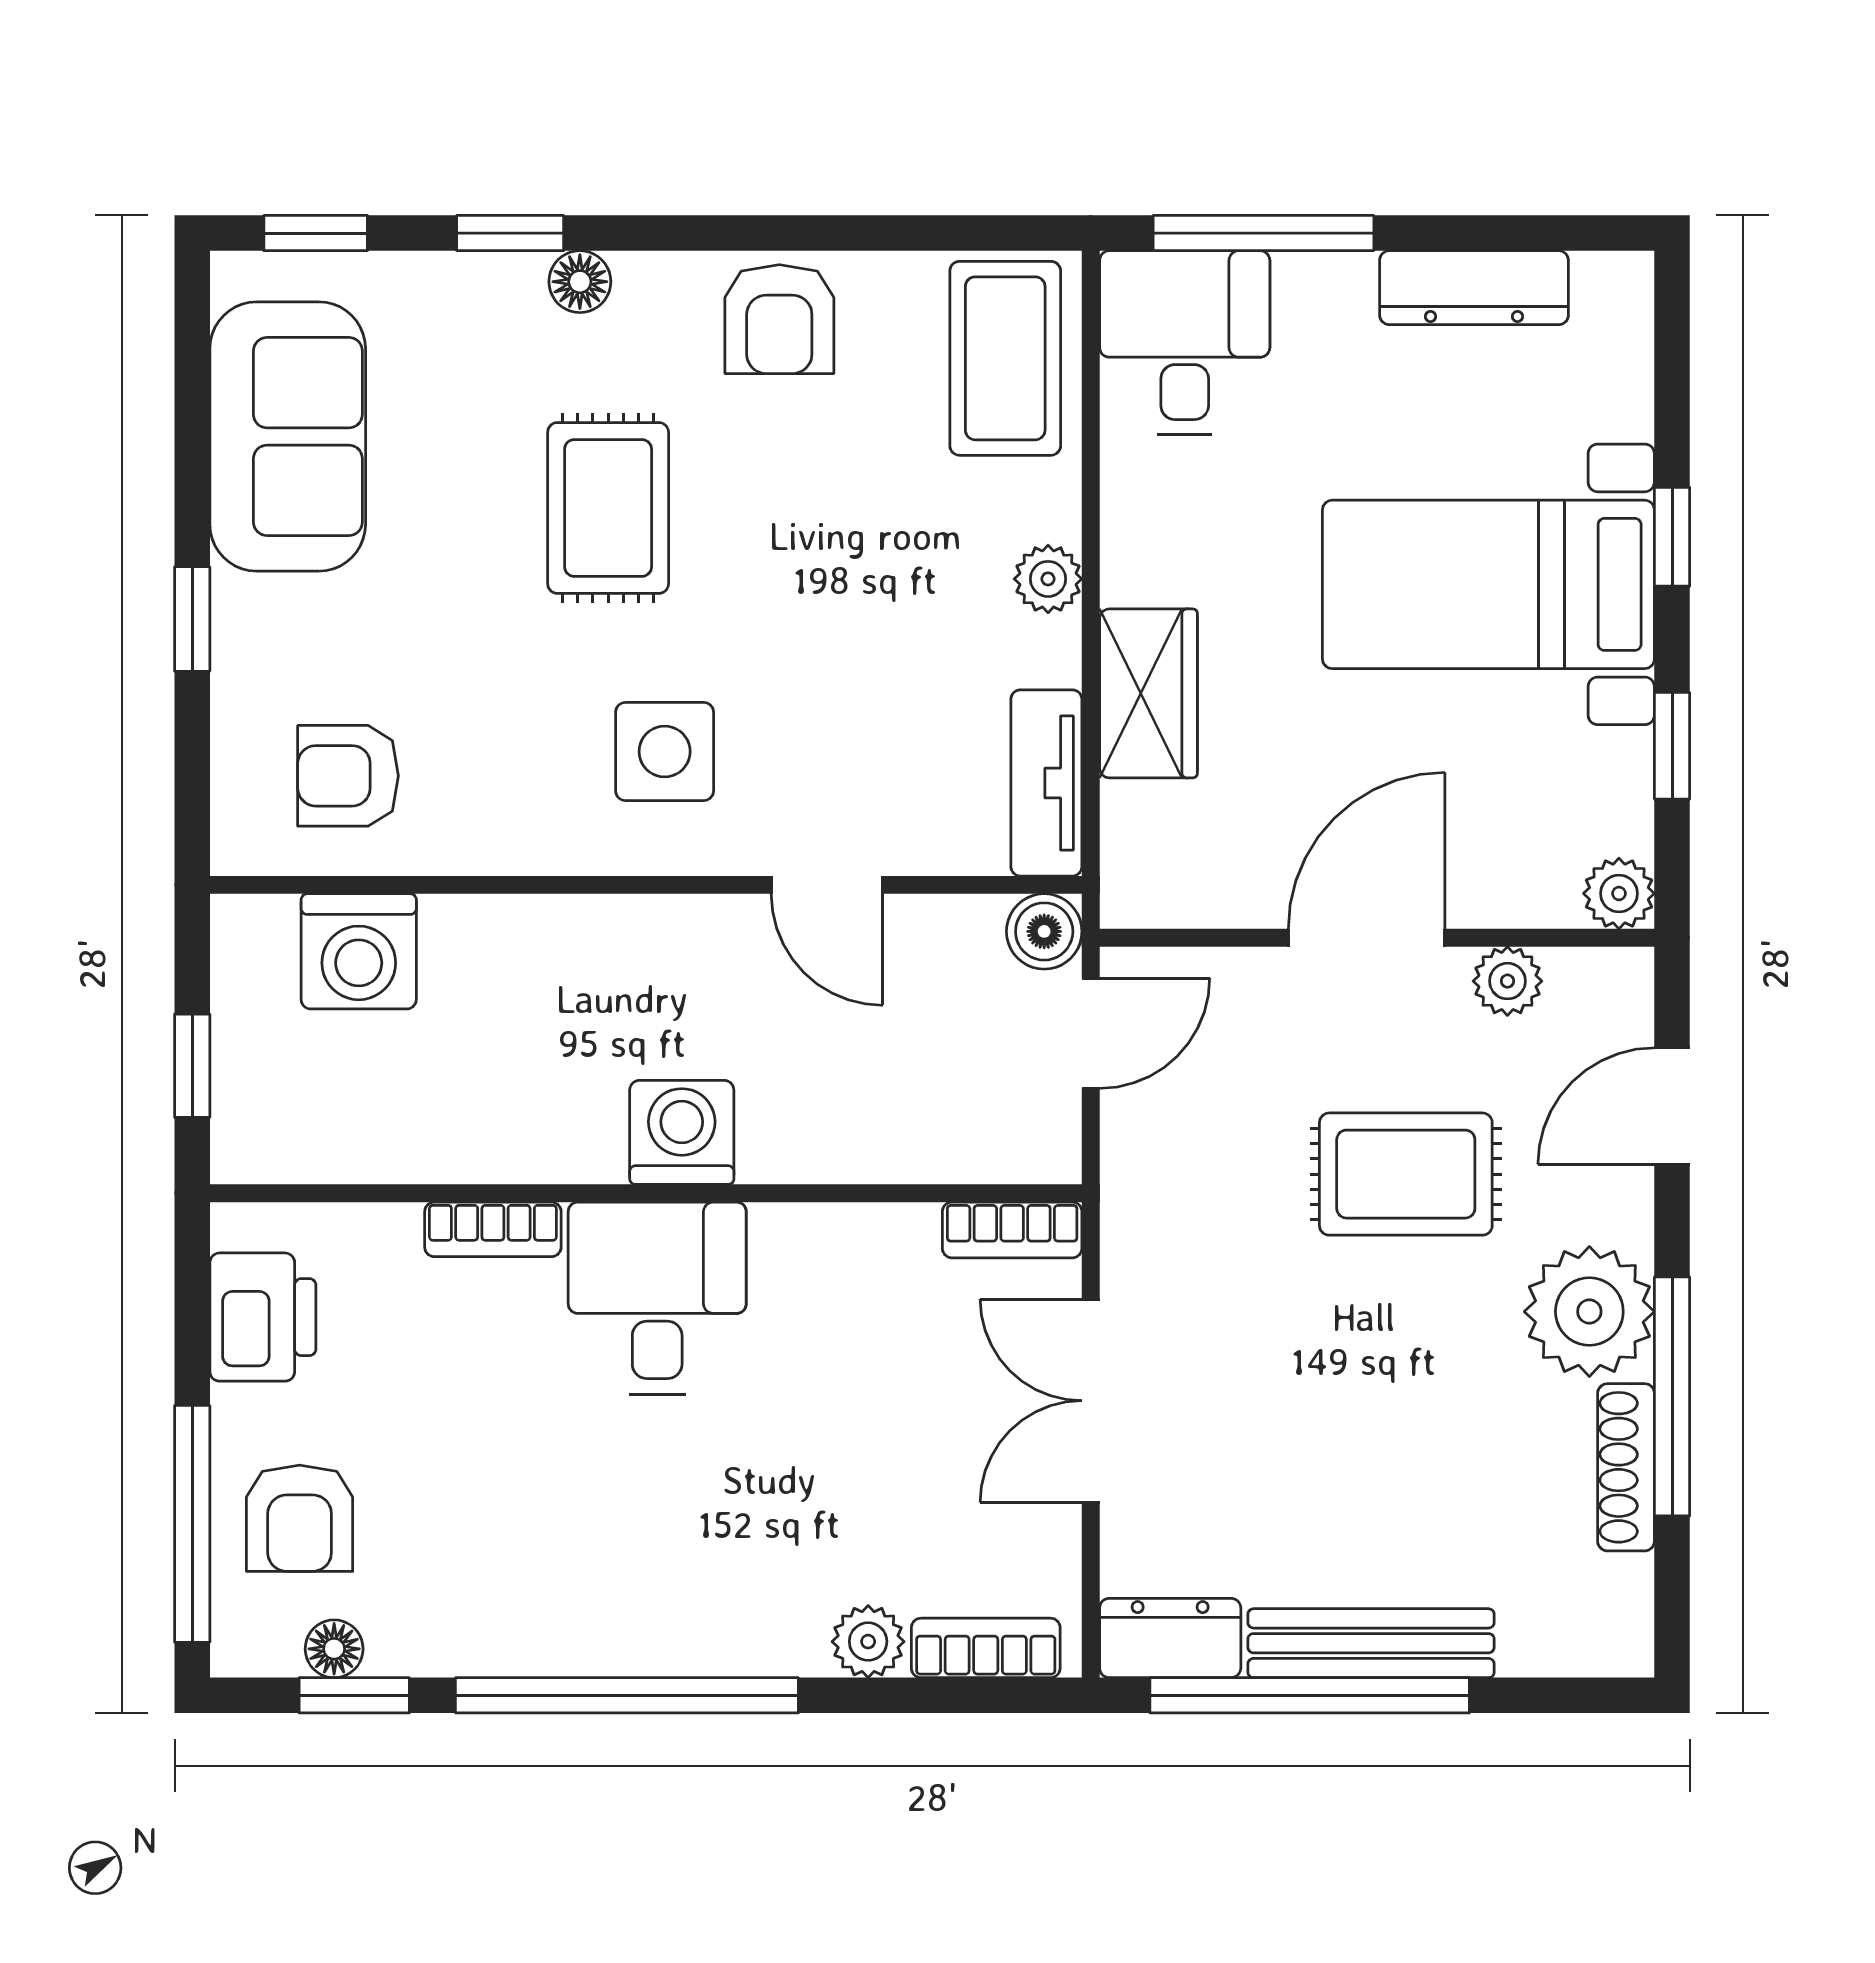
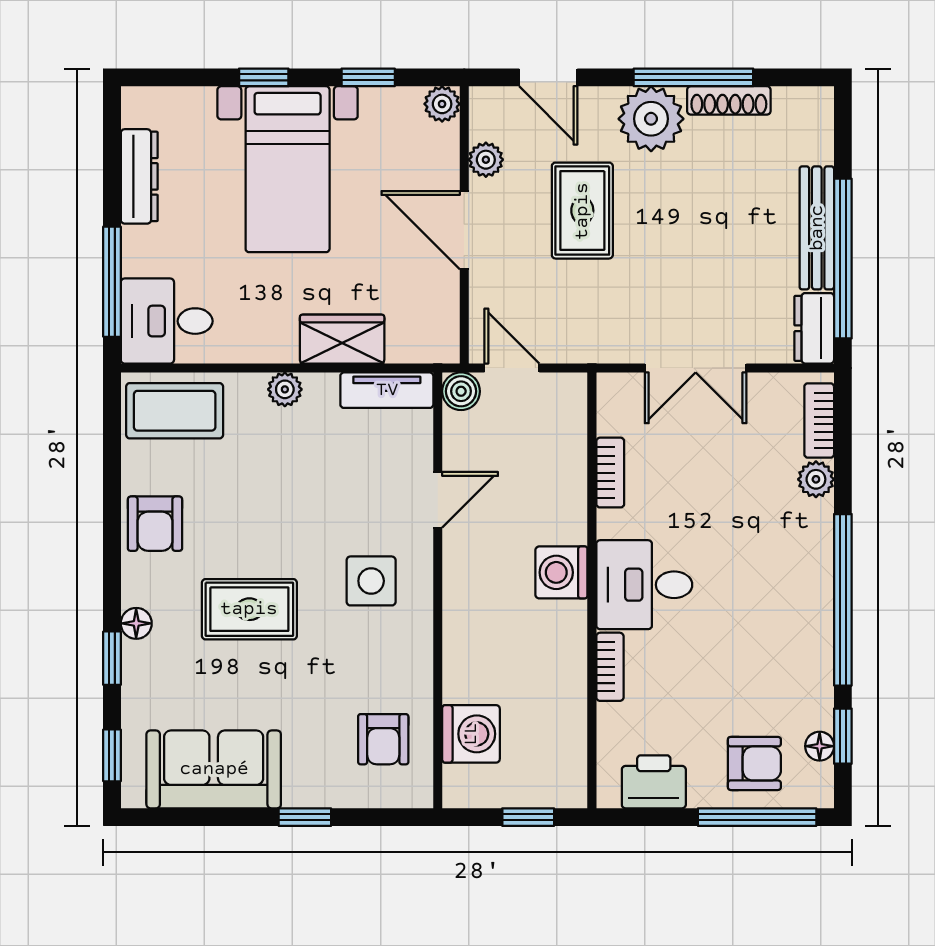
armchair: (779, 319) -> (155, 524), turned 90
bookcase: (1012, 1230) -> (610, 473), moved

